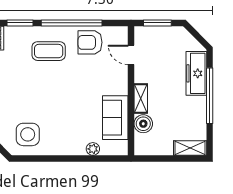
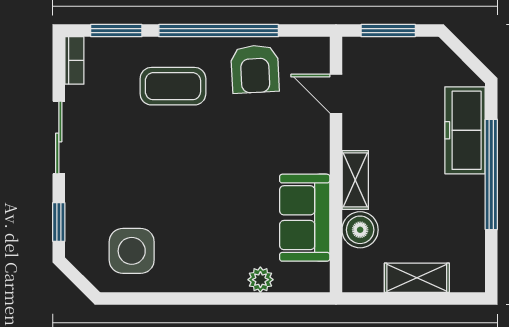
armchair: (90, 42) -> (255, 69), turned -93
shelving: (190, 148) -> (417, 278), moved

